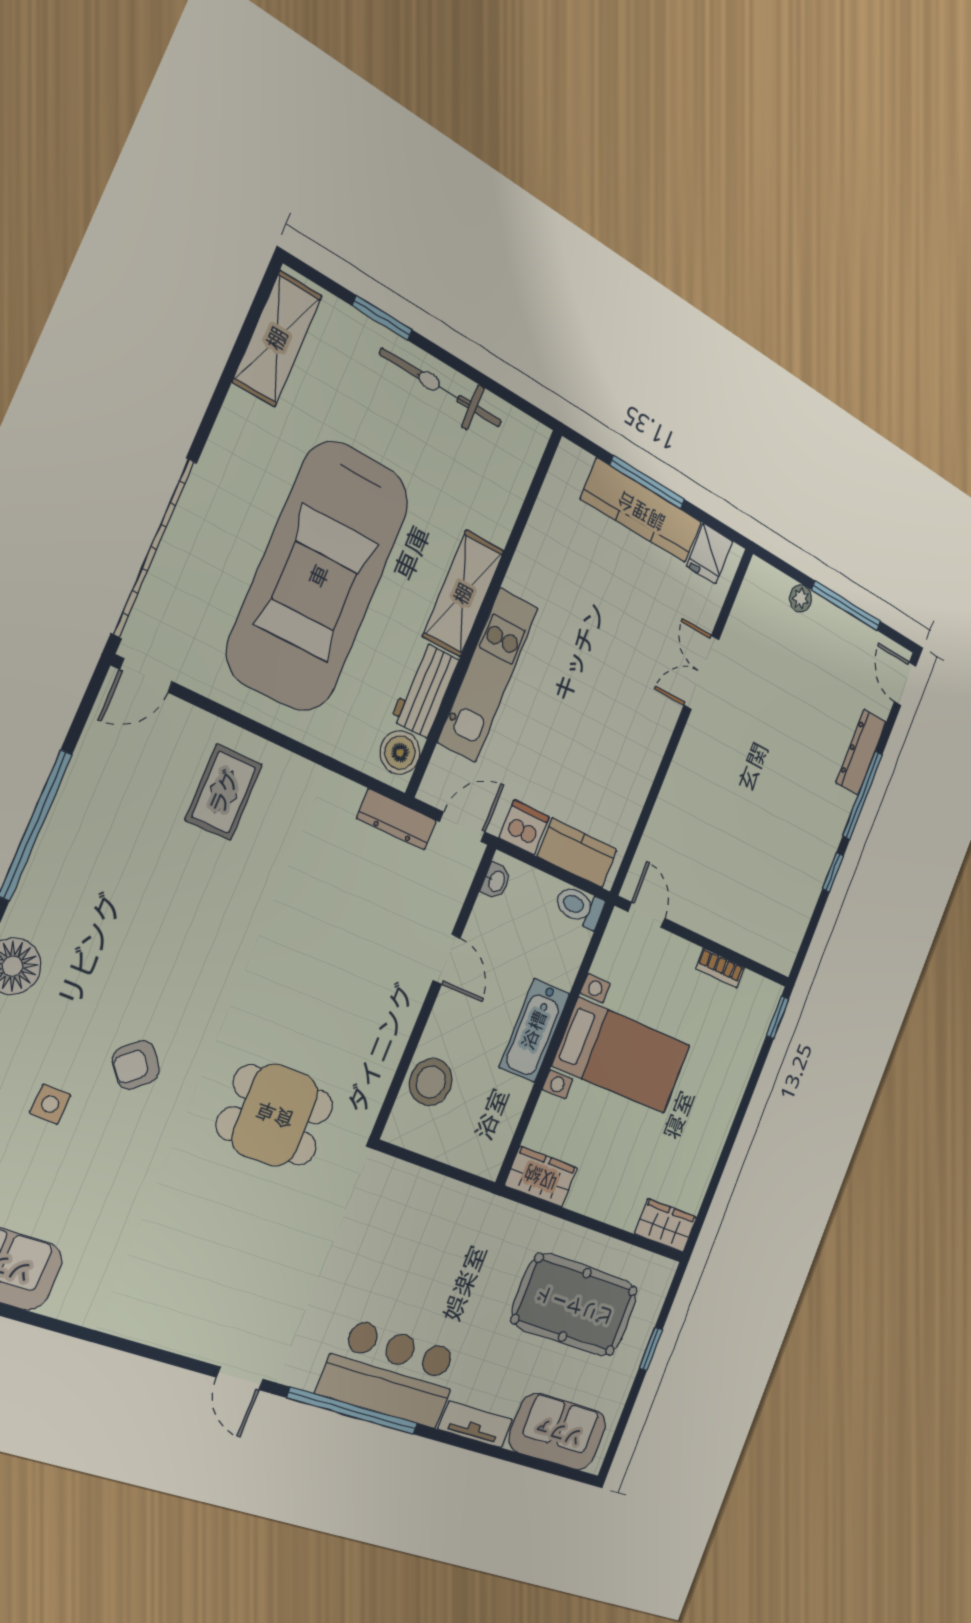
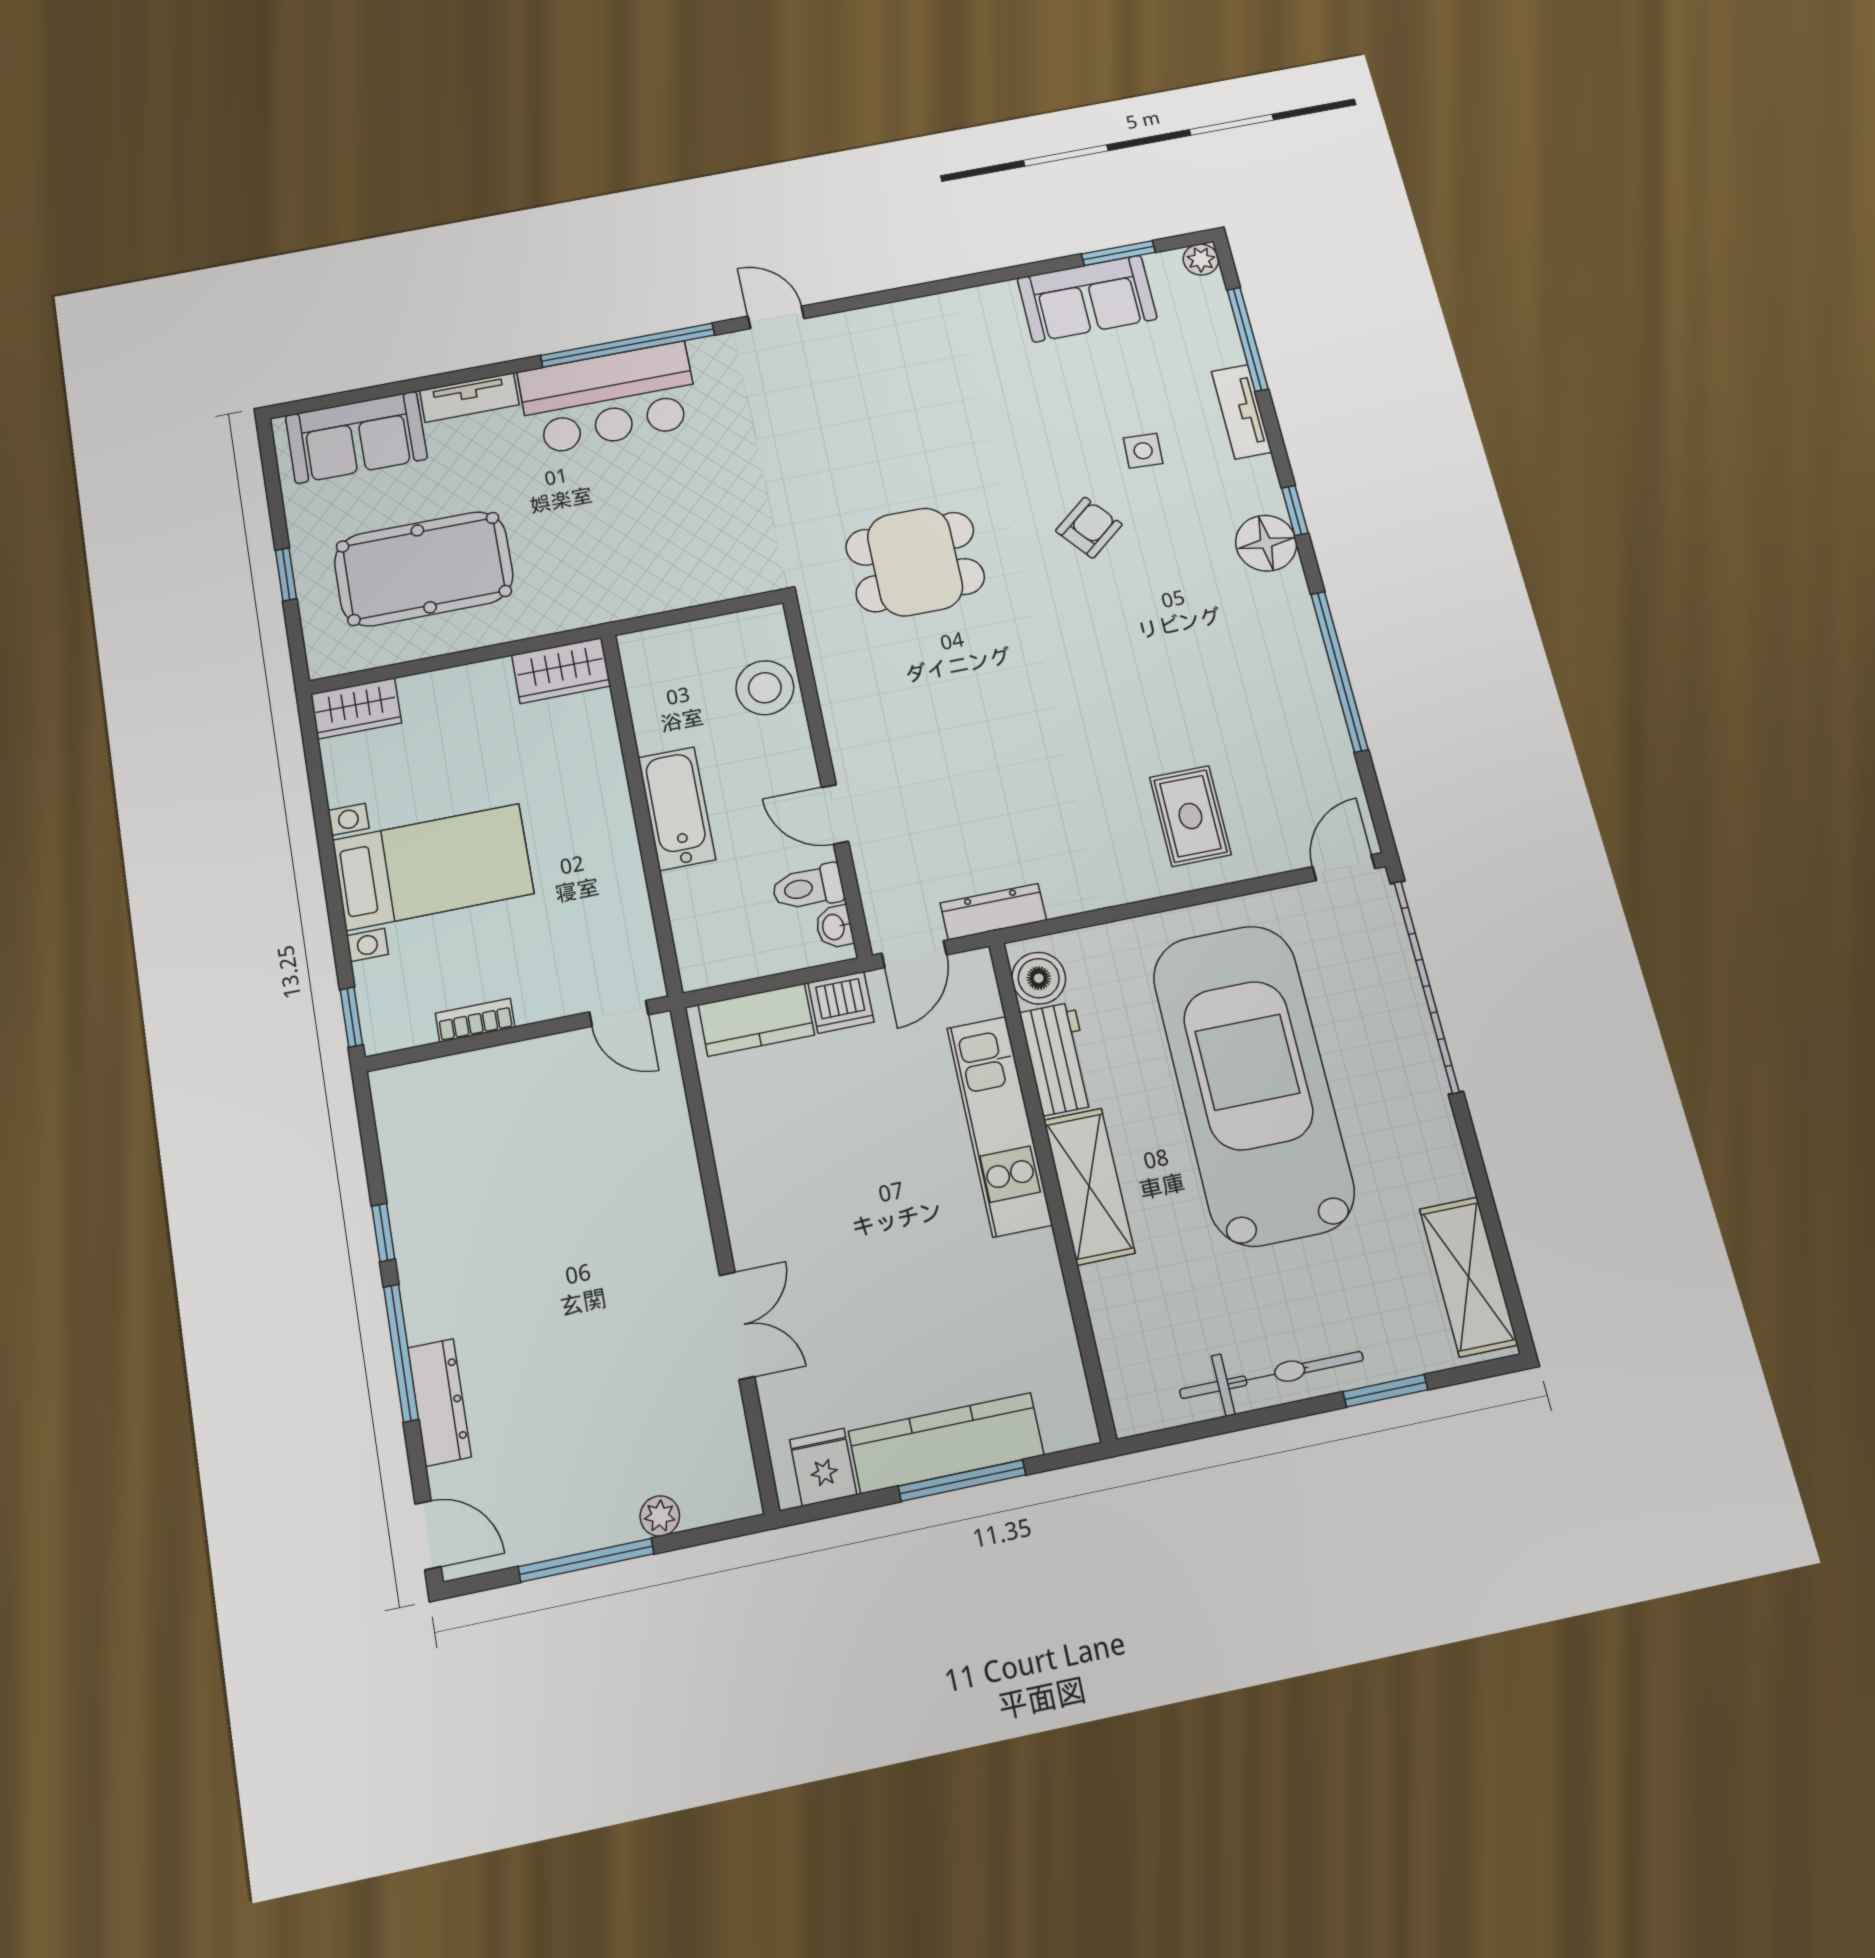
toilet: (579, 907) -> (808, 887), moved, turned 180
bed with nightstands: (622, 1056) -> (433, 867), moved, turned 180

